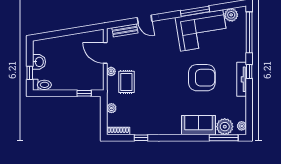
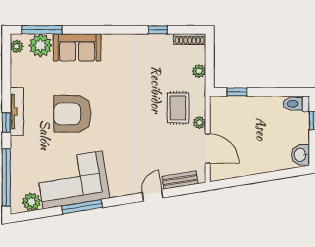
door: (145, 19) -> (153, 195), hinge flipped
washbasin: (39, 62) -> (300, 155), moved

